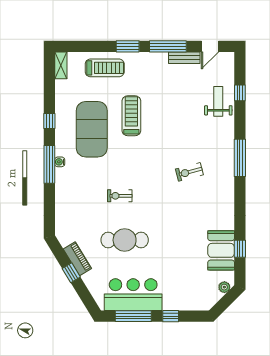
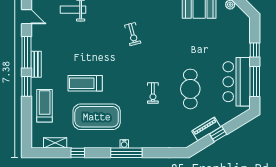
bench: (184, 58) -> (36, 64), moved
shelving: (61, 65) -> (55, 143), moved
window: (49, 121) -> (78, 153), moved

